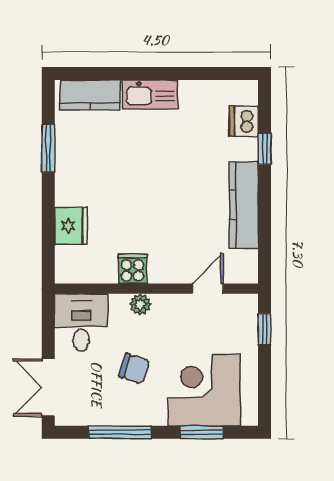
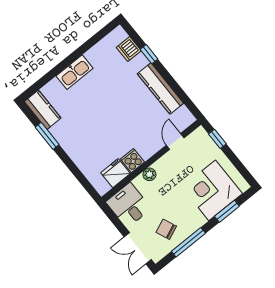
kitchen counter: (90, 95) -> (43, 110), moved, turned -90
fridge: (71, 226) -> (115, 173), moved, turned -90
chair: (134, 369) -> (166, 229), moved, turned -131

